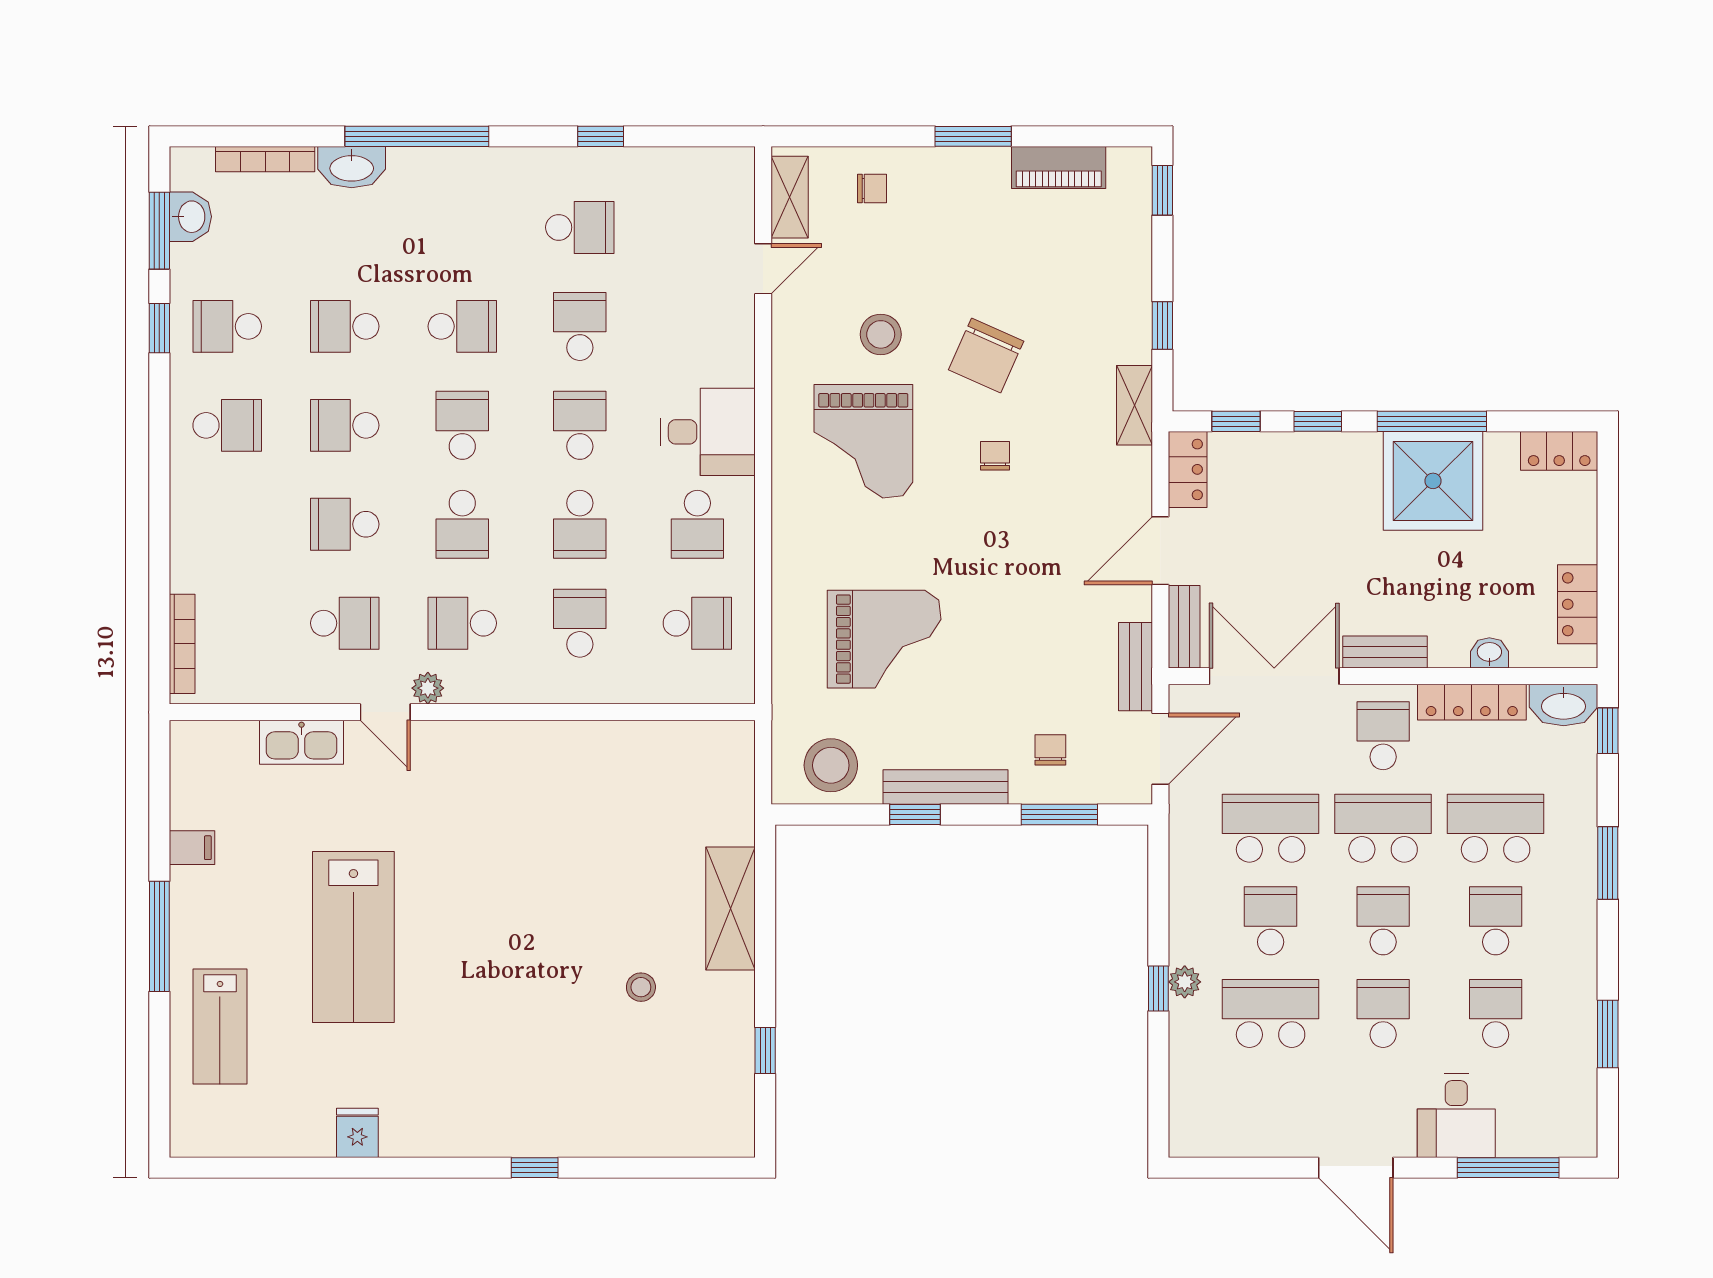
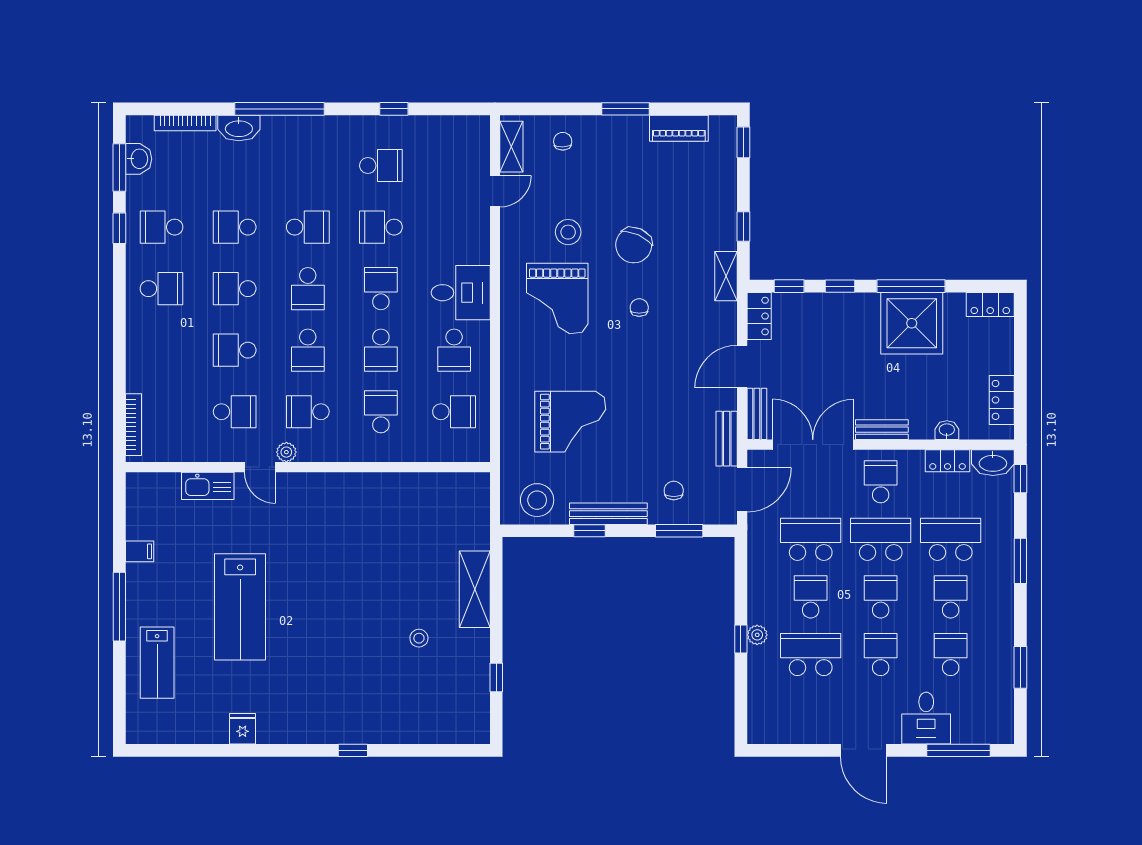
chair: (872, 188) -> (563, 141), turned -92
school desk: (580, 326) -> (381, 227), turned -90
school desk: (462, 425) -> (308, 289), turned 180
locker: (1472, 702) -> (947, 461), width x0.66

